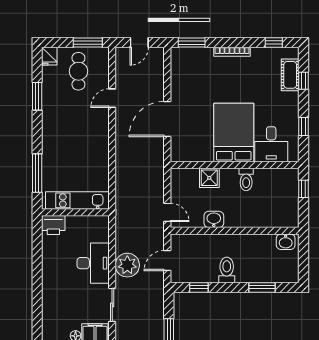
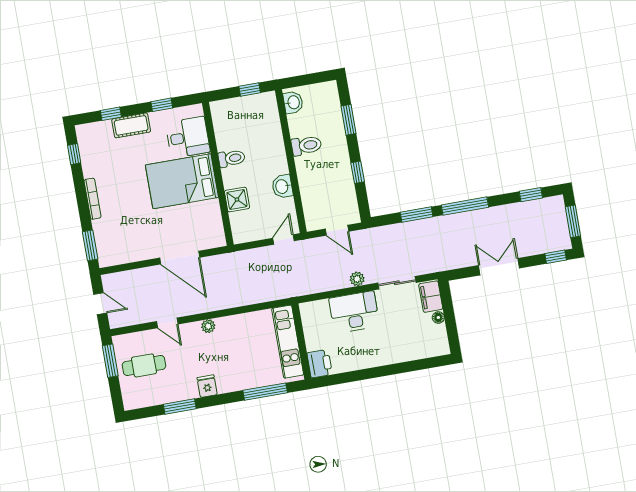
fridge: (49, 56) -> (207, 386), moved, turned -90
cot: (290, 75) -> (131, 125), moved
plant: (103, 133) -> (208, 326), added
window: (304, 189) -> (250, 90), moved
plant: (127, 265) -> (357, 279), width x0.53, depth x0.53
toilet: (227, 270) -> (306, 146), moved, turned 180
window: (199, 287) -> (358, 172), moved

